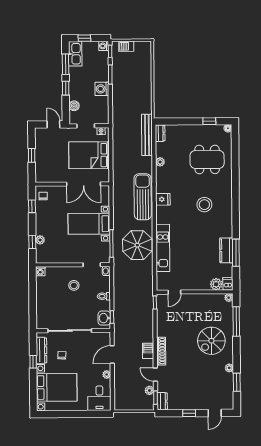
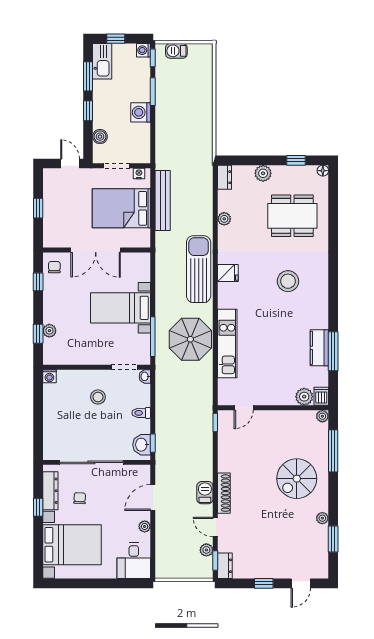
plant: (187, 130) -> (263, 173), added
bench: (147, 135) -> (163, 201), moved
double door: (84, 184) -> (96, 250), moved

